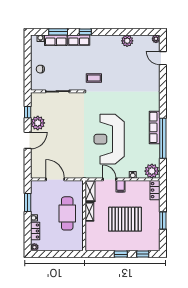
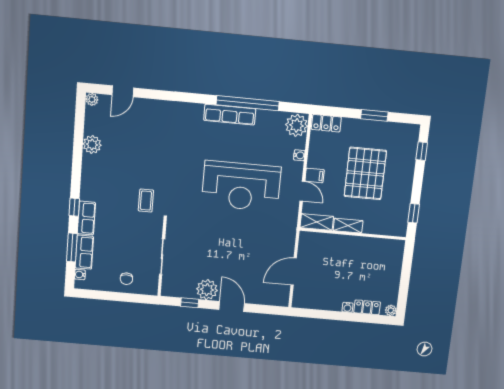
door: (110, 179) -> (302, 191), swing flipped
window: (28, 203) -> (324, 314), removed
cafe table: (67, 213) -> (347, 259), removed
window: (121, 254) -> (414, 213), moved

